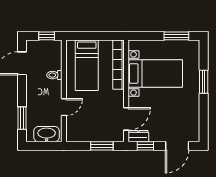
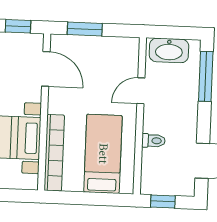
window: (22, 118) -> (206, 76), width x1.44
door: (126, 119) -> (46, 69), swing flipped
dresser: (138, 136) -> (28, 42), removed

